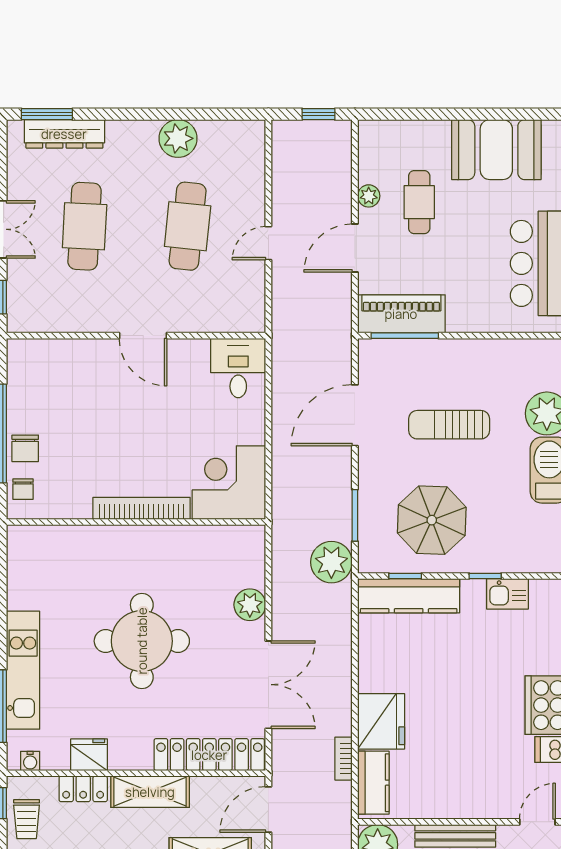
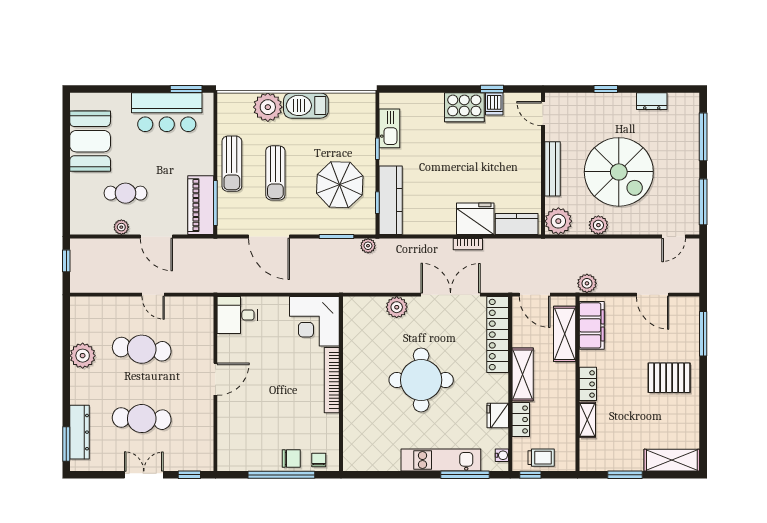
sun lounger: (463, 360) -> (232, 164), added
chair: (23, 489) -> (319, 460), turned -90
plant: (331, 562) -> (368, 246), width x0.53, depth x0.53
kitchen sink: (507, 594) -> (389, 128), width x1.38
bookcase: (344, 759) -> (468, 244), moved

